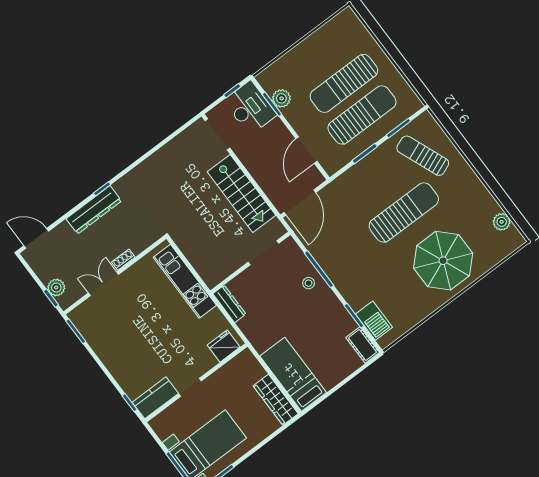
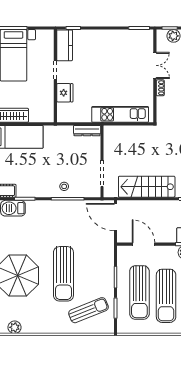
sun lounger: (344, 83) -> (166, 296), turned 180
fridge: (224, 346) -> (65, 93), moved

